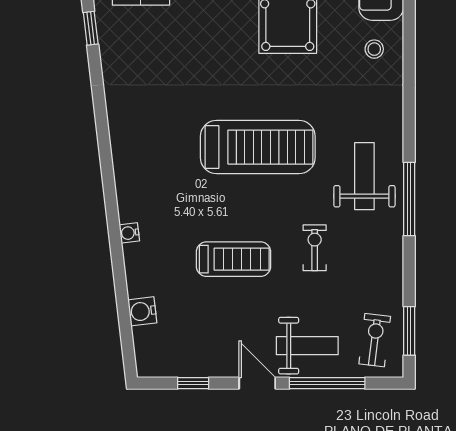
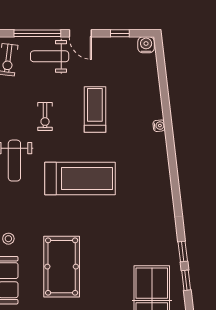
treadmill: (258, 147) -> (80, 178), turned 180
treadmill: (234, 259) -> (95, 110), turned 90
water cooler: (142, 311) -> (146, 45), moved, turned -83

